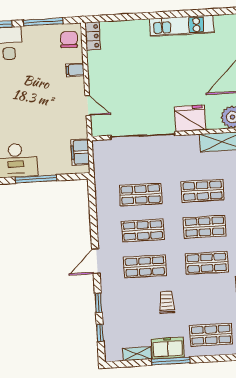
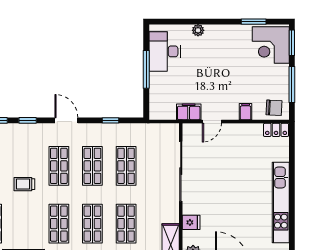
kitchen unit: (182, 26) -> (281, 203), width x1.36
fridge: (190, 118) -> (191, 222), width x0.53, depth x0.75
filing cabinet: (80, 152) -> (189, 112), moved
window: (93, 214) -> (111, 120), added
trolley: (167, 302) -> (24, 184), turned 180

